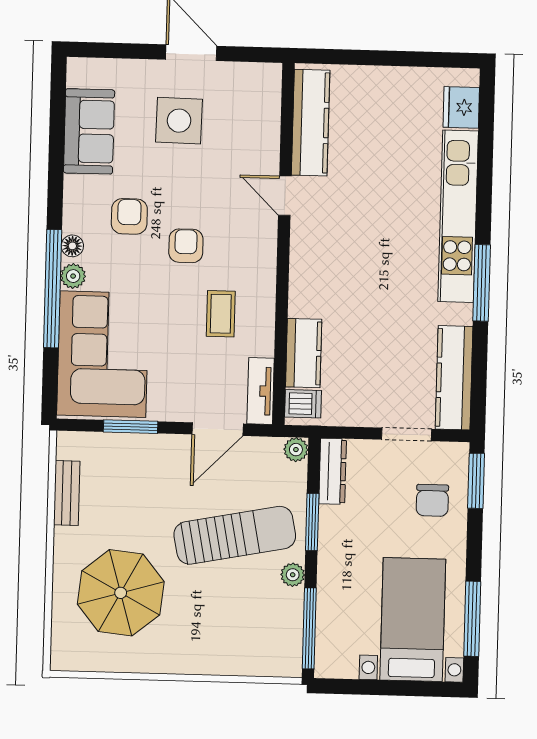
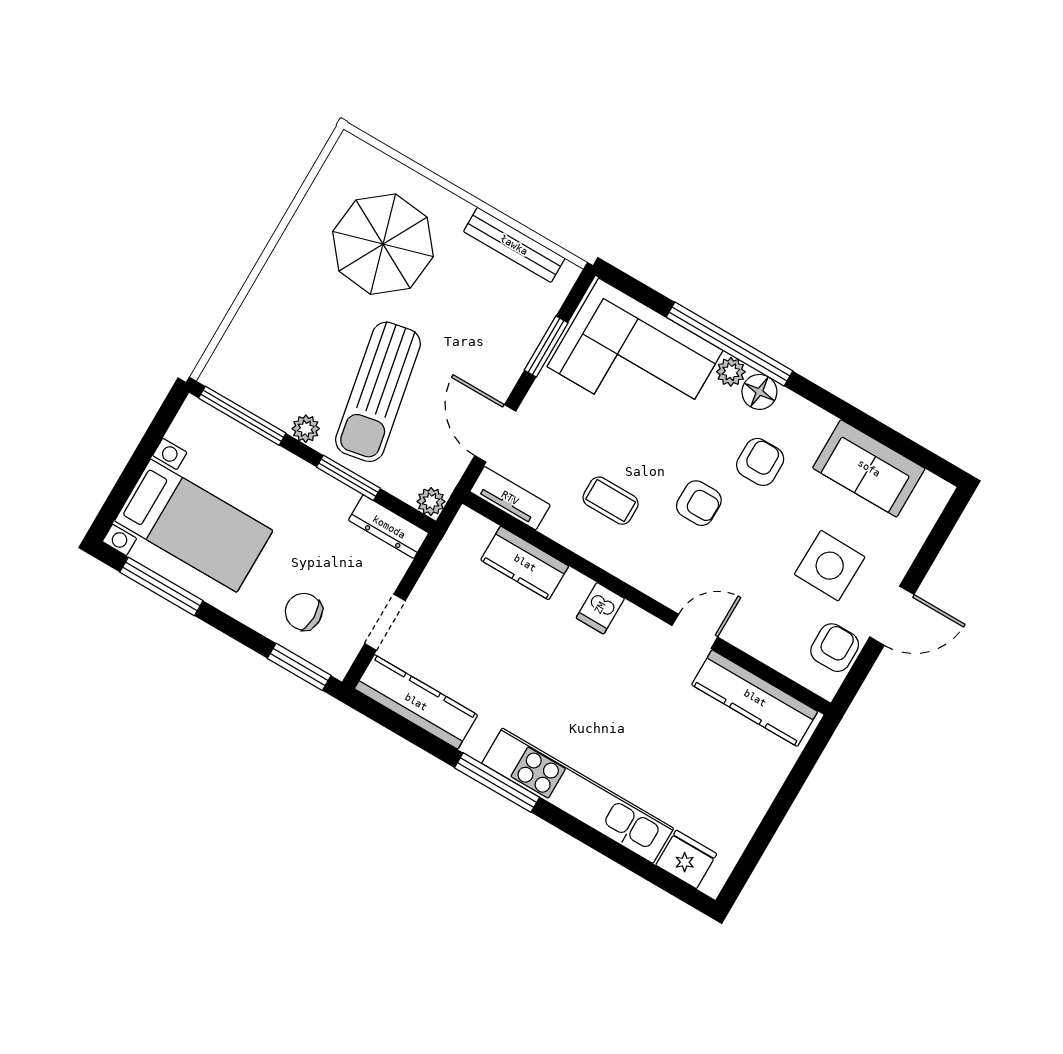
armchair: (239, 83) -> (835, 648), added
armchair: (129, 216) -> (760, 462), turned -90
floor lamp: (72, 246) -> (759, 392), width x1.37, depth x1.37
dishwasher: (303, 404) -> (600, 608), moved
bench: (67, 493) -> (514, 245), width x1.36

